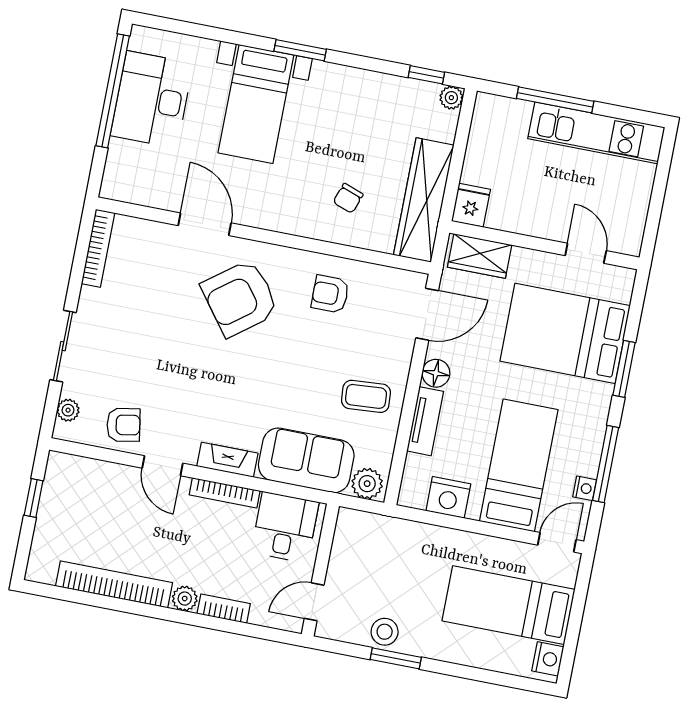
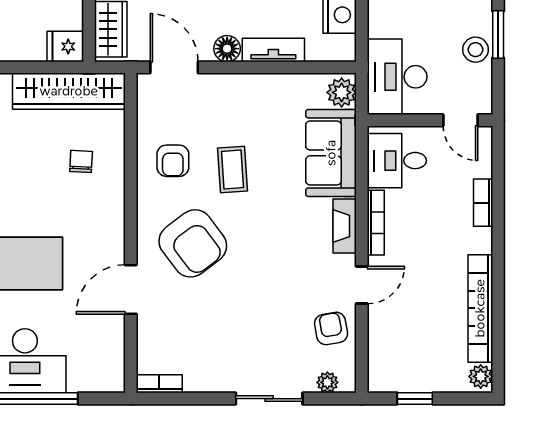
chair: (348, 198) -> (81, 161), turned -107
bookcase: (98, 248) -> (159, 384), width x0.64
coffee table: (366, 396) -> (232, 170), moved
desk: (372, 545) -> (397, 77), added
plant: (185, 599) -> (481, 376), moved

